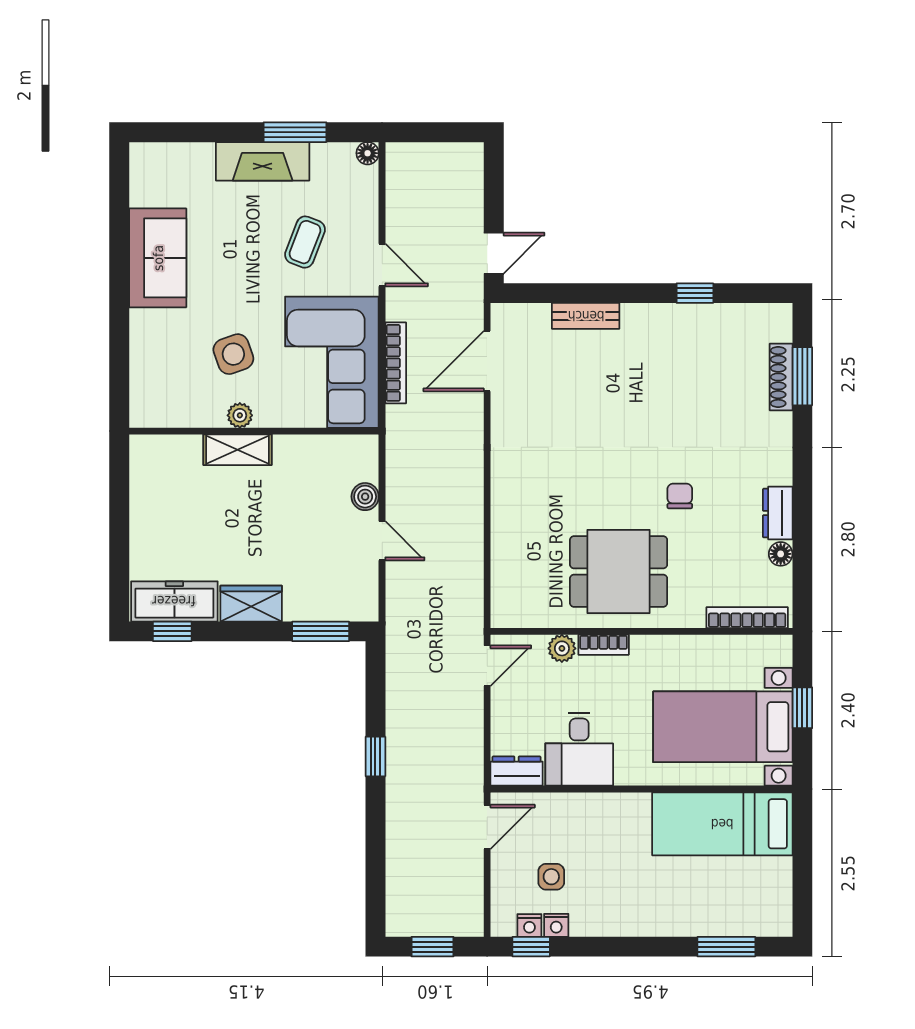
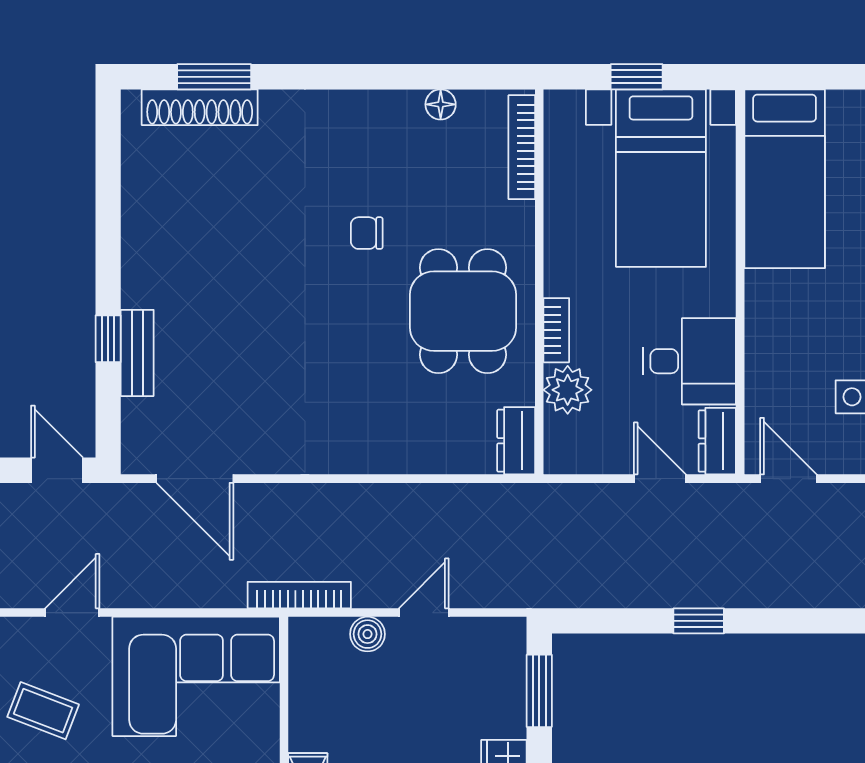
window: (695, 293) -> (108, 339), moved
bookcase: (396, 363) -> (299, 595), moved
shoe rack: (781, 377) -> (200, 107), width x1.36, depth x1.24
dresser: (778, 513) -> (516, 441), moved, turned 90
plant: (562, 648) -> (568, 390), width x1.38, depth x1.38
door: (487, 666) -> (660, 479), moved

